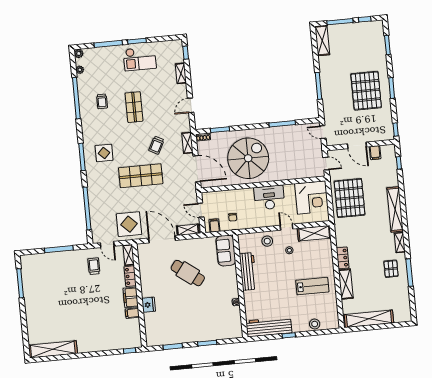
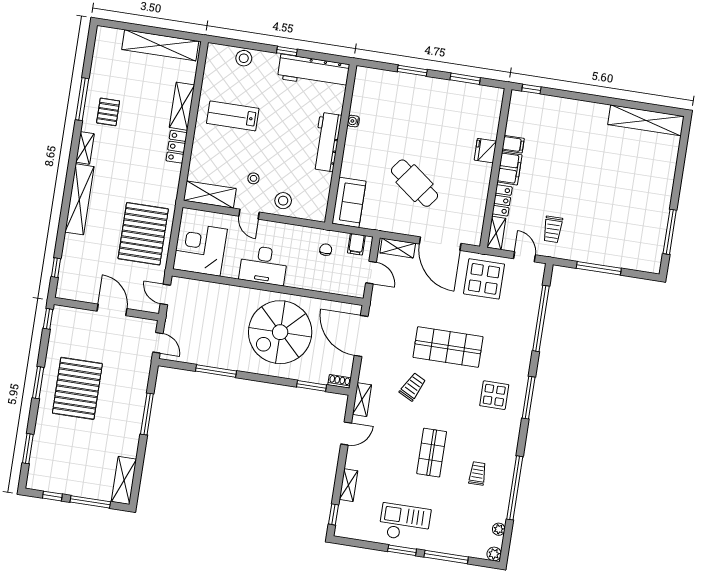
shelving: (187, 143) -> (362, 400), moved
filing cabinet: (375, 153) -> (88, 292), removed
workbench: (248, 271) -> (327, 142), moved

